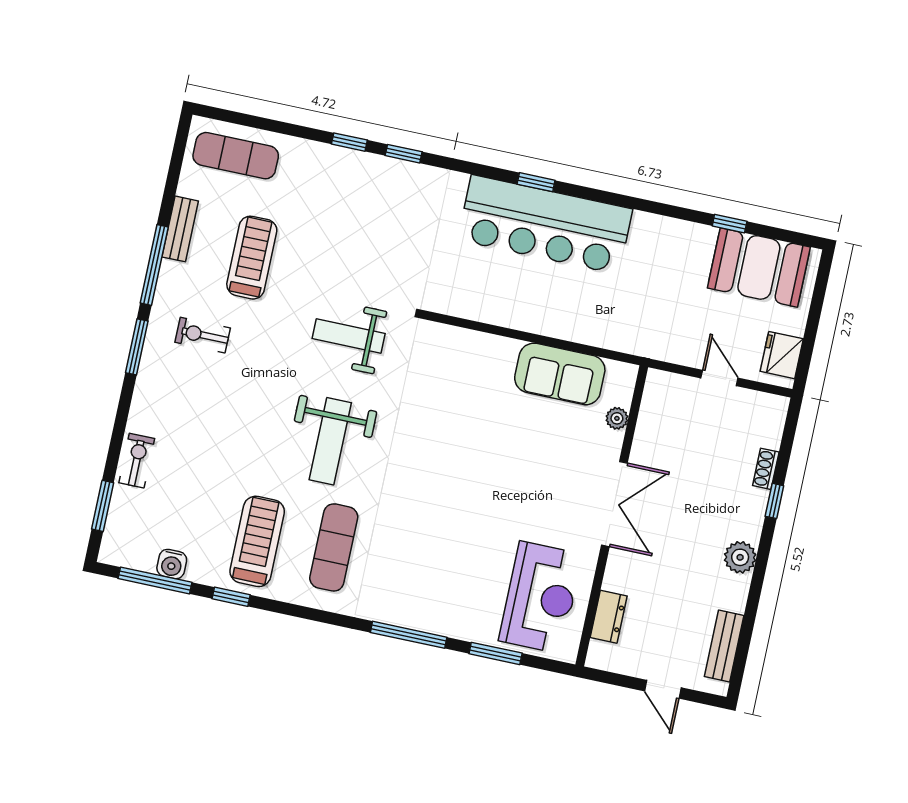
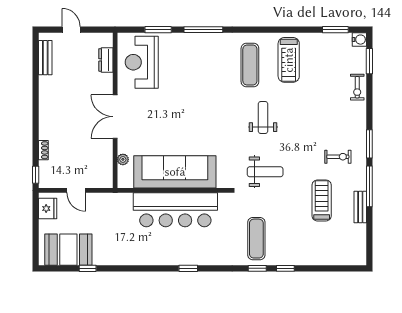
exercise mat: (236, 156) -> (256, 239), moved, turned 90
bar counter: (545, 224) -> (175, 210), moved, turned 180
treadmill: (252, 258) -> (322, 200), turned 180
sofa: (560, 374) -> (175, 172), width x1.85, depth x1.27
weight bench: (330, 441) -> (263, 118), width x0.73, depth x0.75
window: (774, 501) -> (36, 175), moved
plant: (740, 557) -> (47, 103), removed
water cooler: (172, 564) -> (359, 40), moved, turned 90
window: (155, 580) -> (335, 30), width x0.69
window: (231, 597) -> (296, 30), removed

